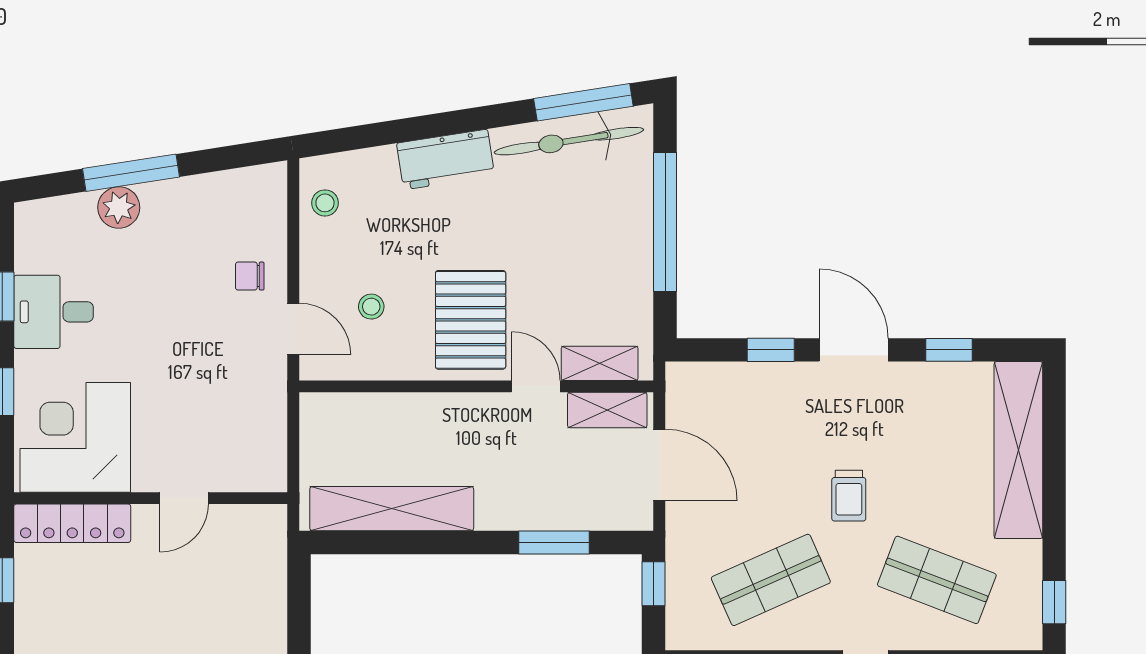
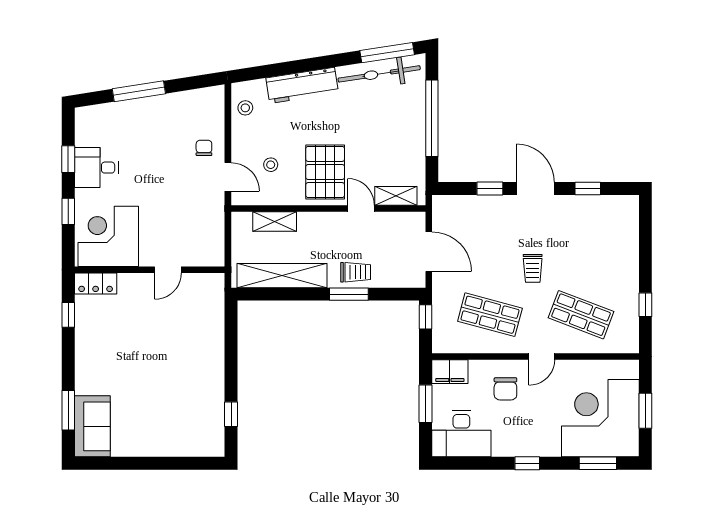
workbench: (446, 160) -> (302, 85), width x1.38
plant: (119, 207) -> (132, 110), removed
chair: (250, 276) -> (204, 148), turned 90
shelving: (607, 410) -> (275, 221), moved
shelving: (1018, 450) -> (626, 243), removed
trolley: (526, 502) -> (356, 272), added
locker: (72, 523) -> (96, 284), width x0.66
window: (554, 542) -> (349, 294), moved
shop shelf: (771, 580) -> (490, 315), turned 39
window: (1054, 602) -> (645, 305), moved

